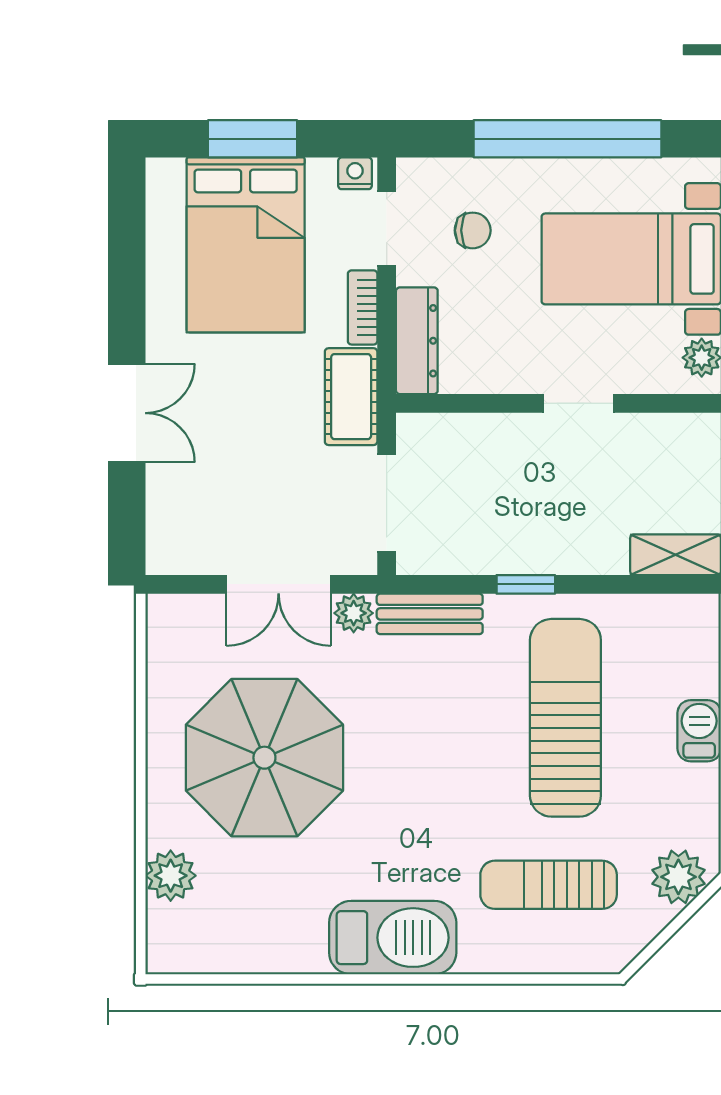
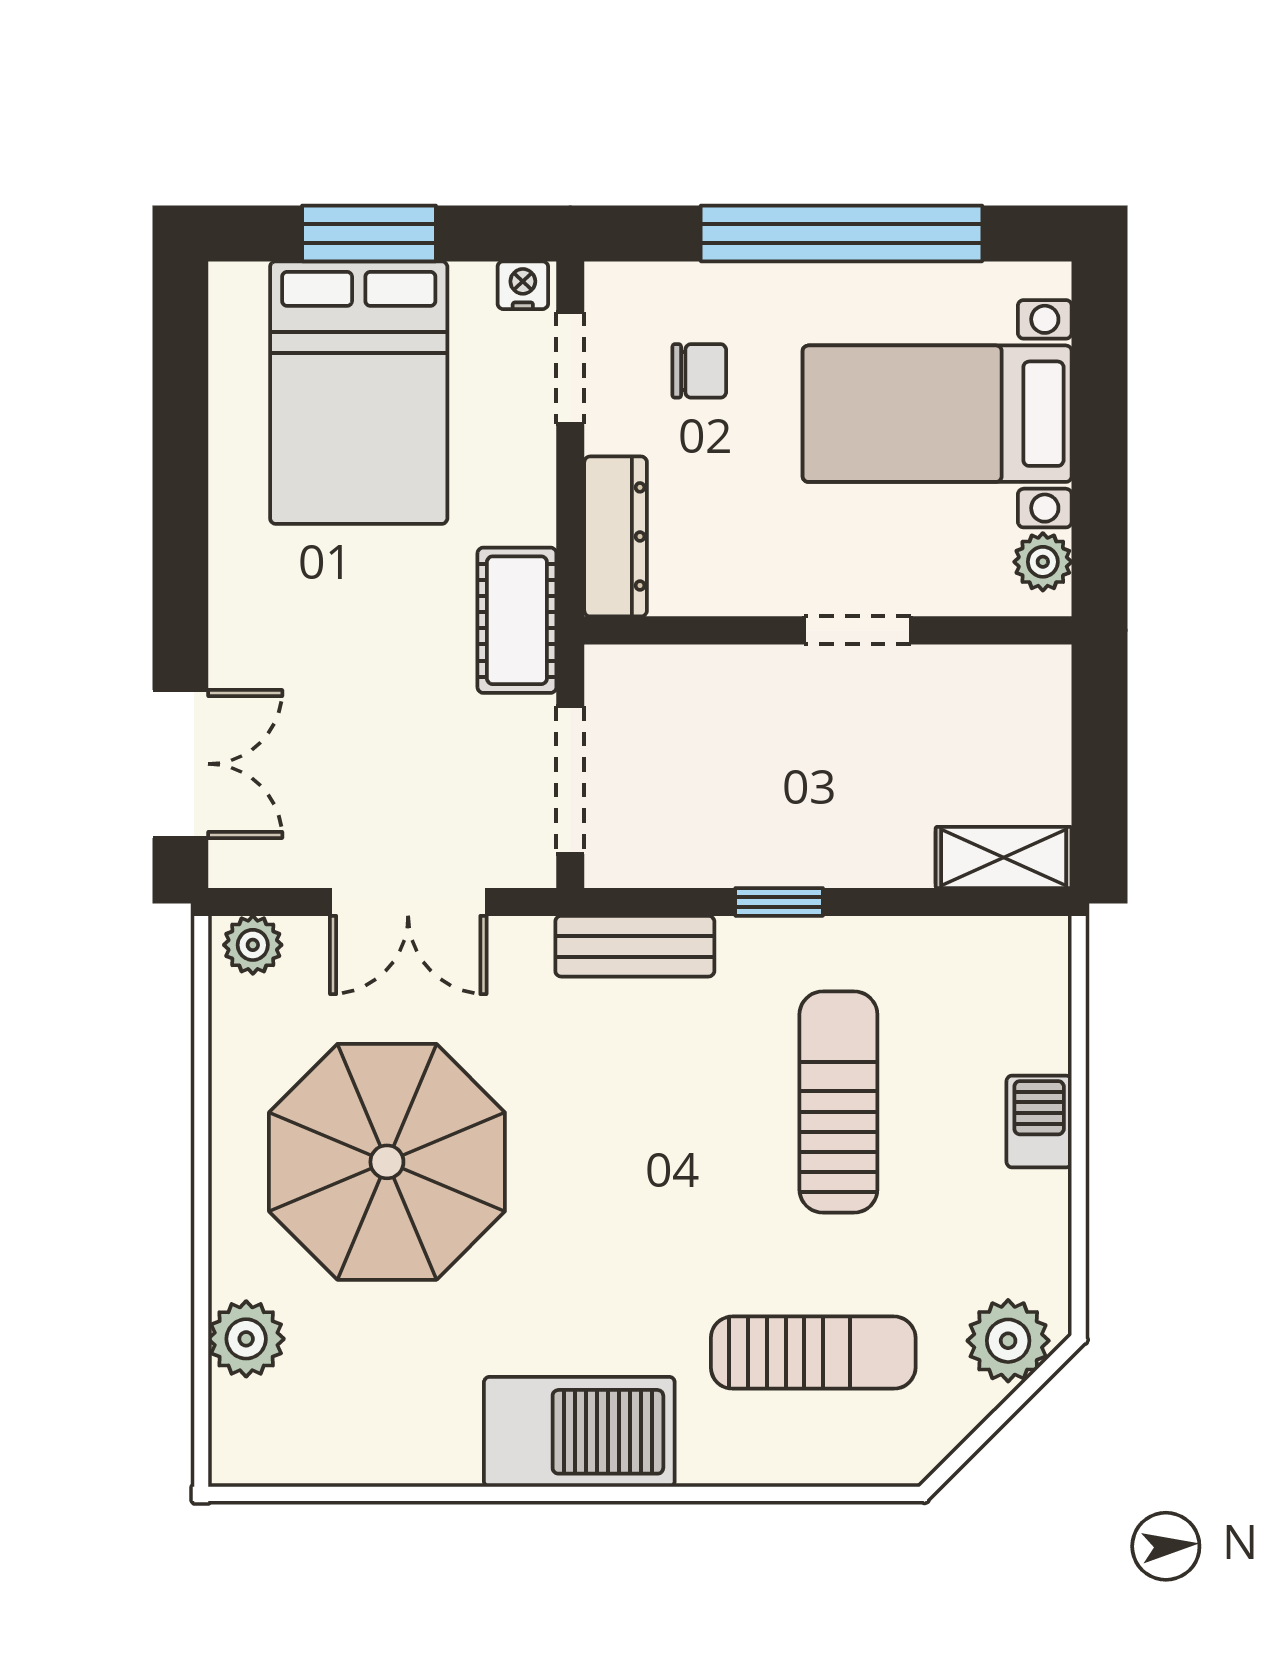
bookcase: (363, 307) -> (534, 487), removed
double door: (127, 413) -> (180, 764), moved
plant: (354, 613) -> (253, 945), moved
sun lounger: (565, 718) -> (838, 1102), width x0.73, depth x0.75
sun lounger: (549, 885) -> (813, 1353), turned 180

